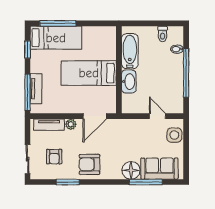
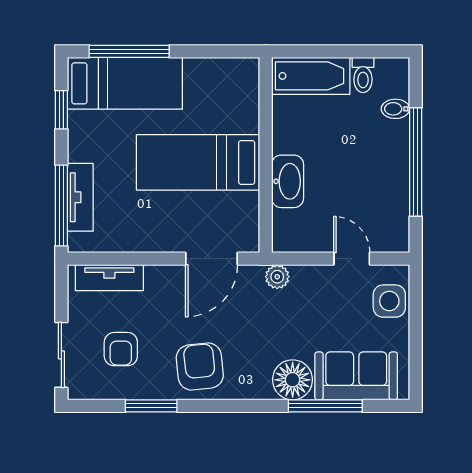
bathtub: (130, 51) -> (311, 76), moved, turned 90
plant: (71, 124) -> (277, 277), moved
armchair: (89, 164) -> (200, 366), turned 84

